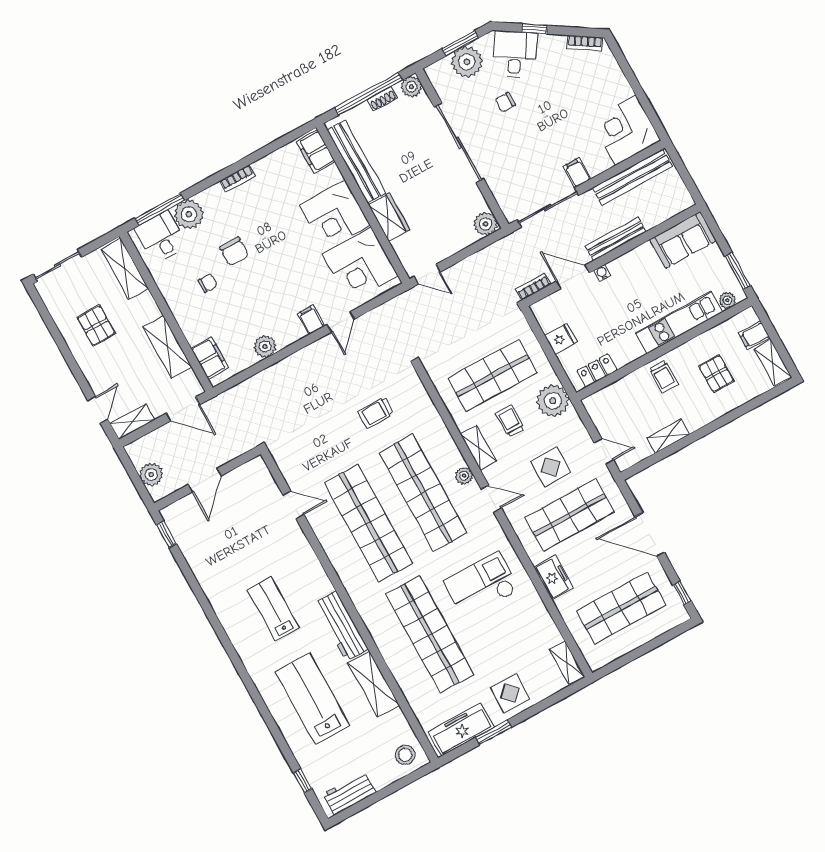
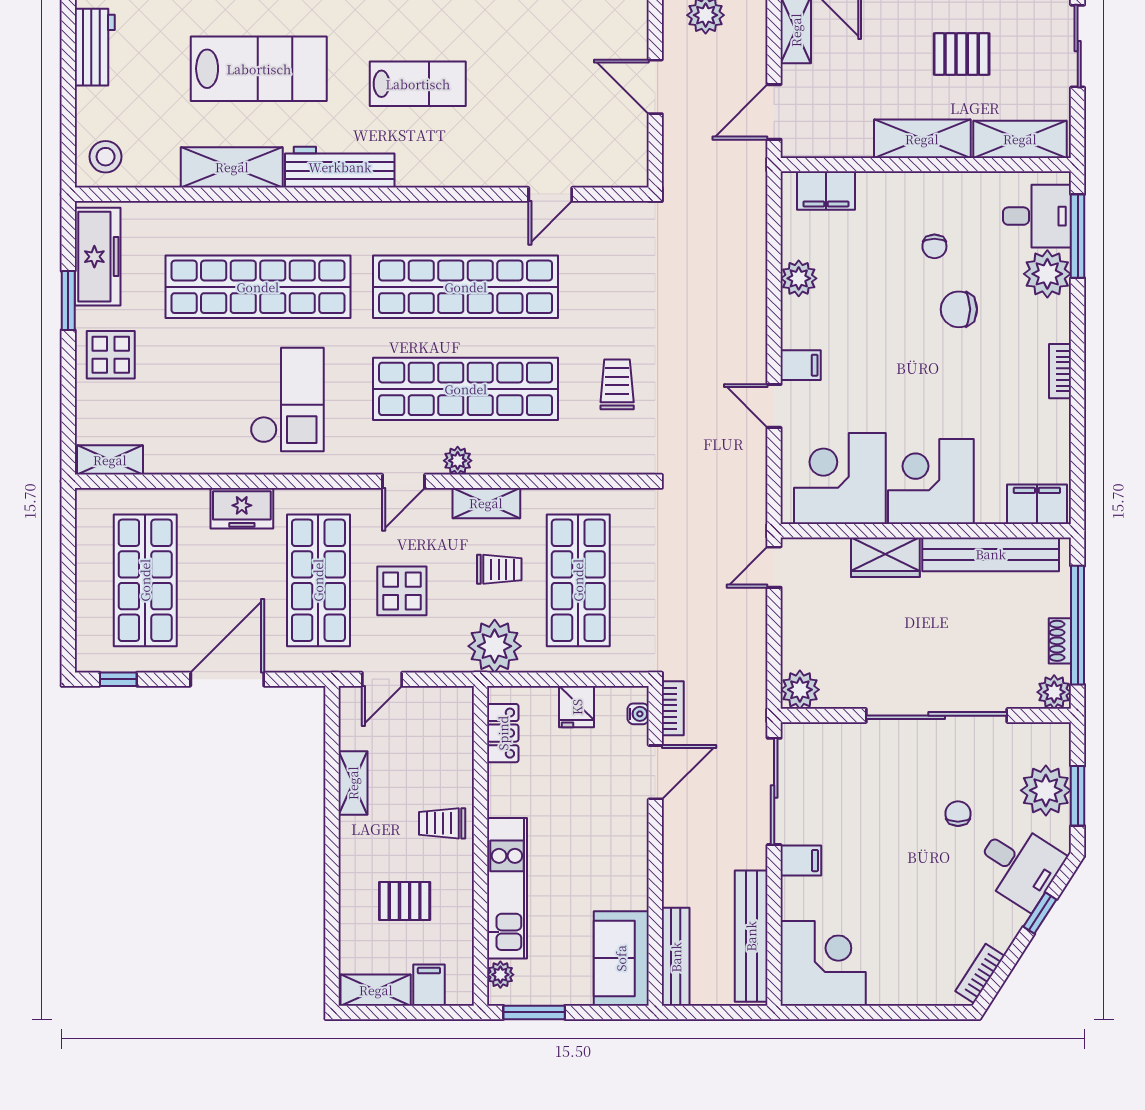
bench: (616, 239) -> (676, 957), moved
water cooler: (602, 273) -> (638, 714), moved
shelving: (167, 347) -> (922, 139), moved

